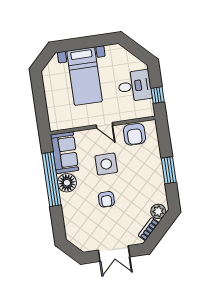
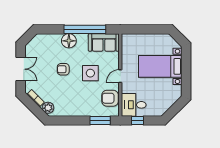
desk: (135, 86) -> (134, 105), moved, turned 90
window: (169, 170) -> (100, 120), moved
floor lamp: (67, 183) -> (69, 41), moved
double door: (114, 254) -> (21, 69), swing flipped

